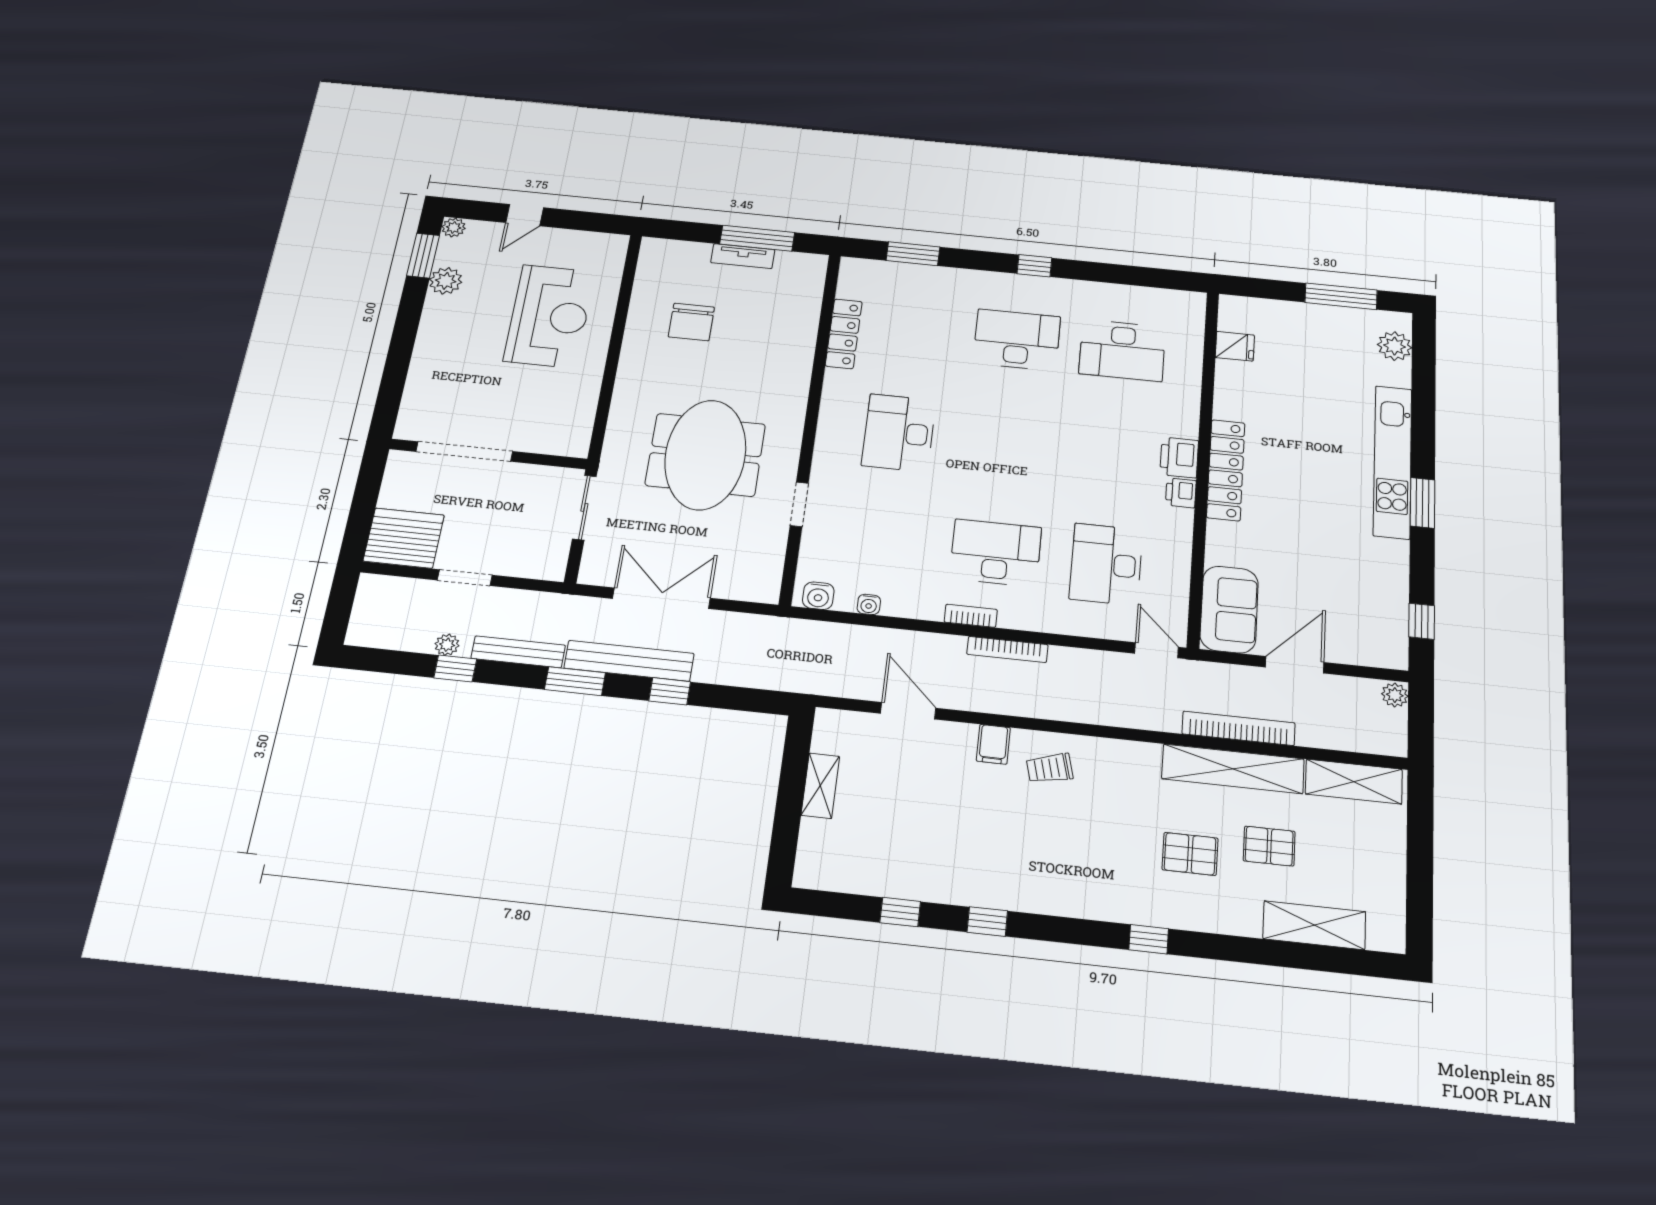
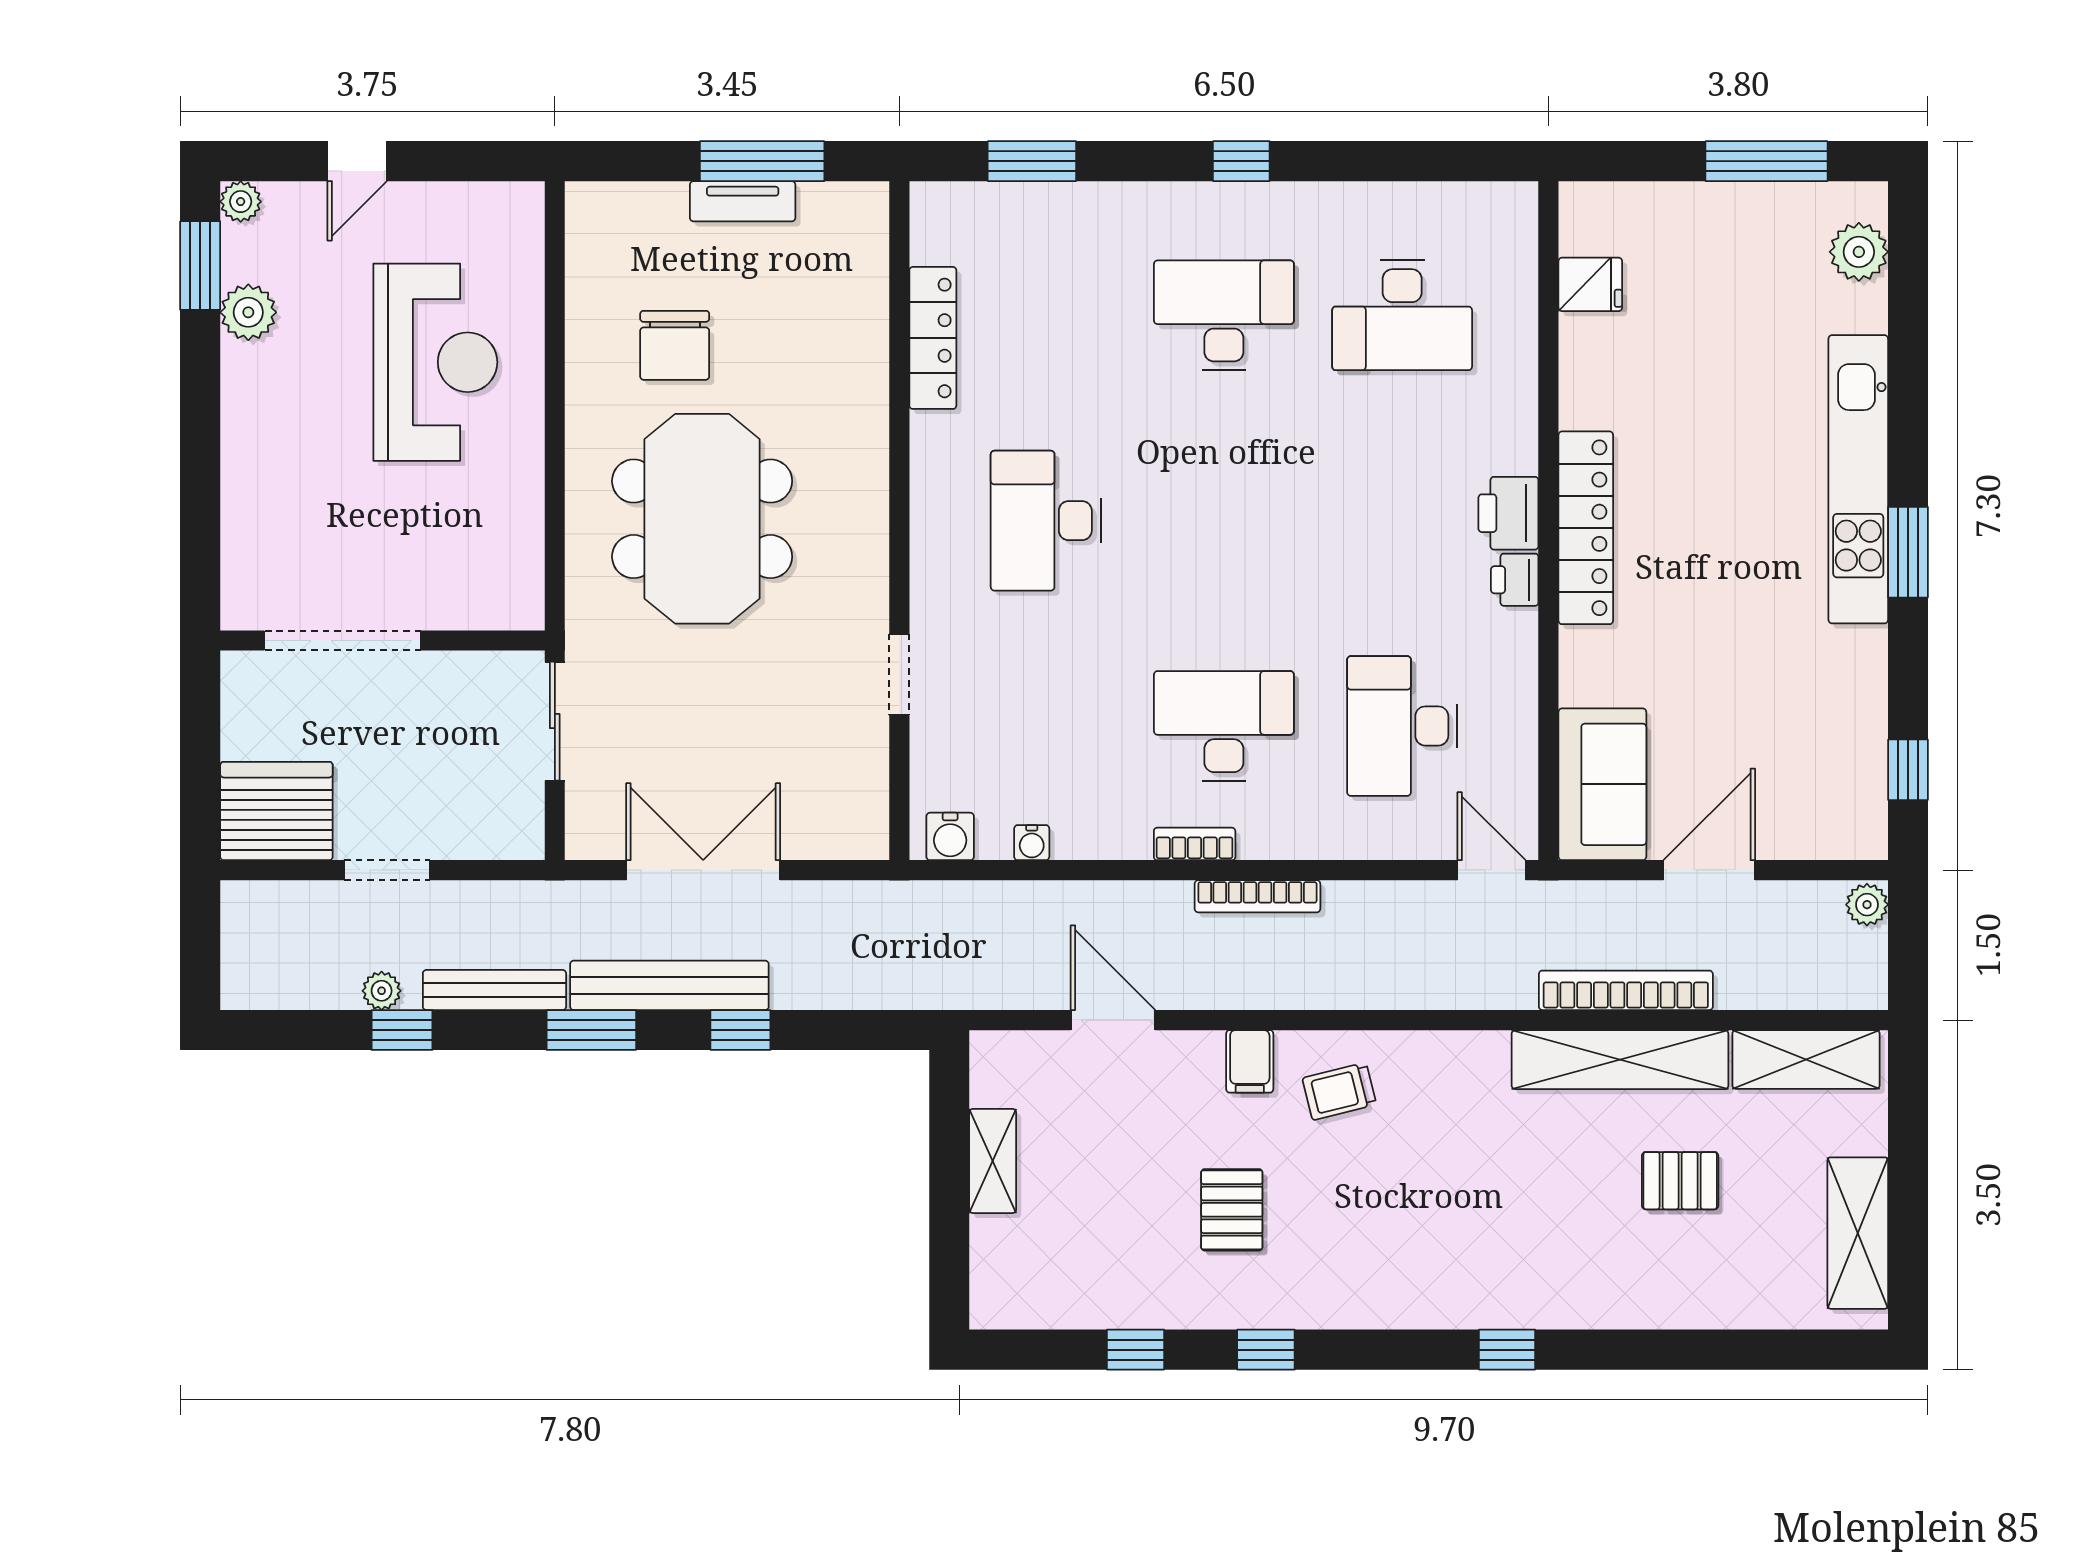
meeting table: (705, 455) -> (702, 519), moved
pallet: (1190, 854) -> (1232, 1210), moved, turned 90
shelving: (1314, 925) -> (1858, 1233), moved, turned 90

